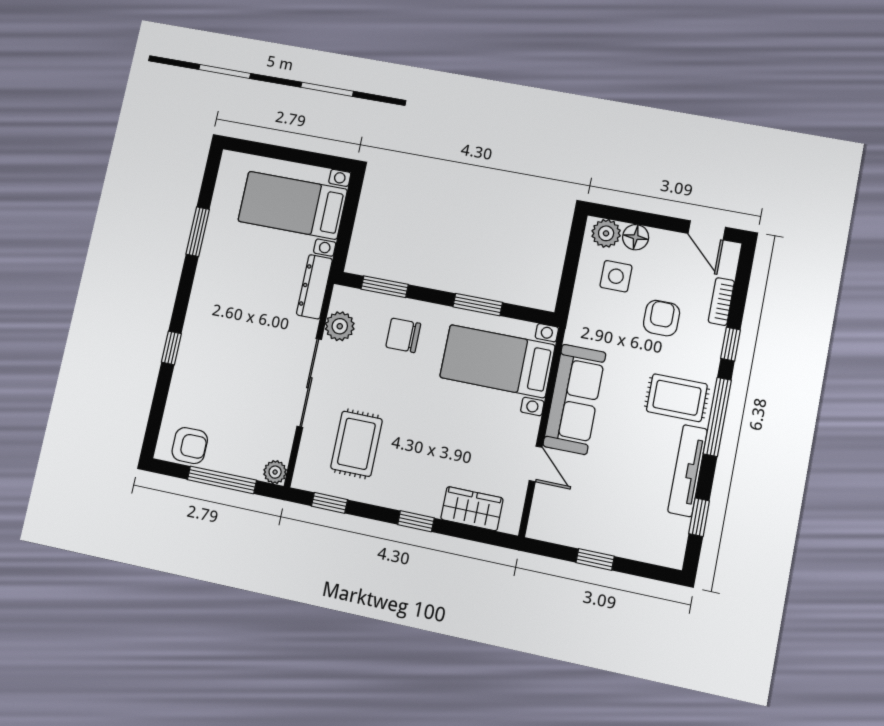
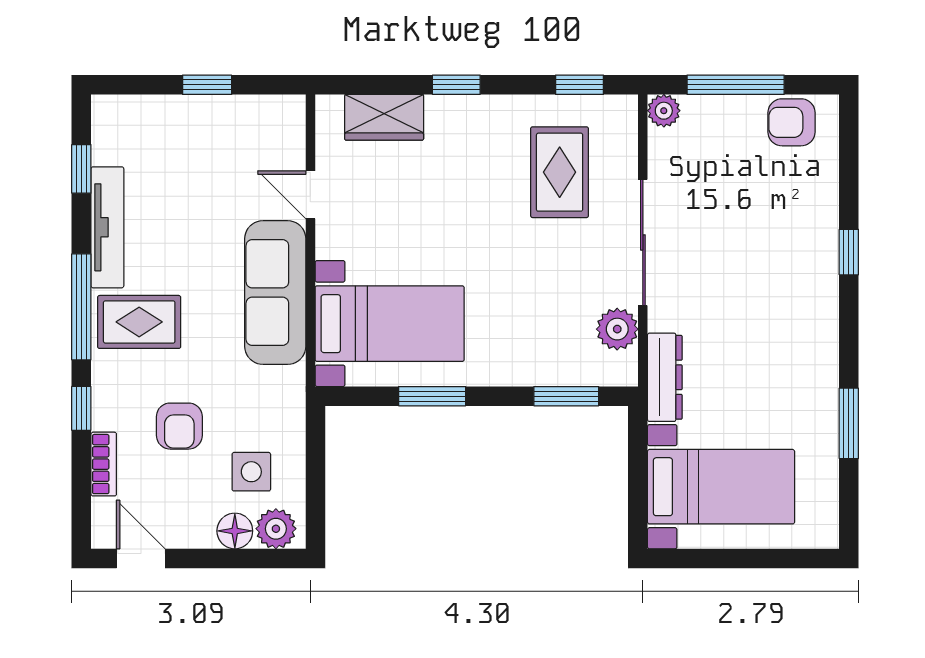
chair: (403, 335) -> (526, 334), removed

